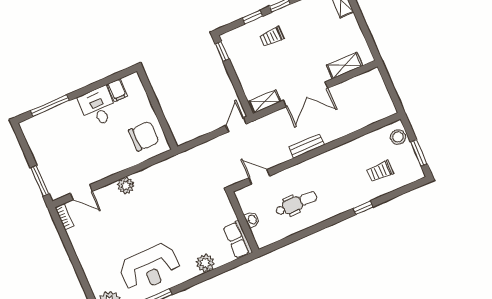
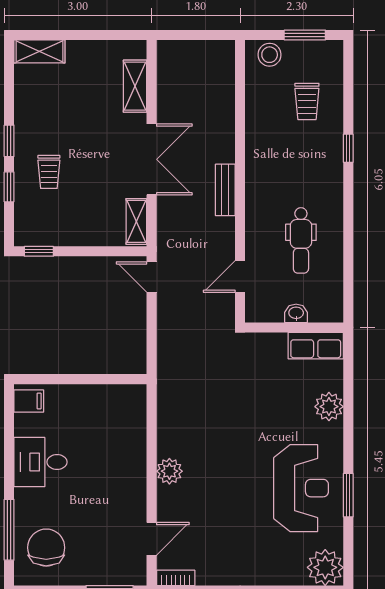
filing cabinet: (117, 90) -> (29, 401), moved
chair: (144, 136) -> (46, 548), moved
dental chair: (296, 204) -> (301, 240), turned 180

